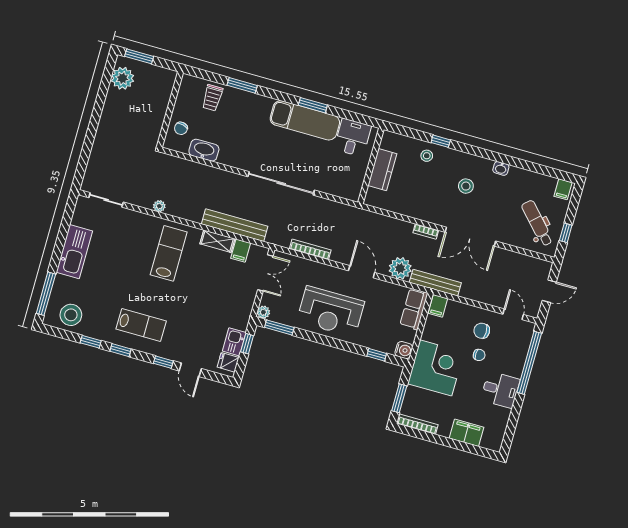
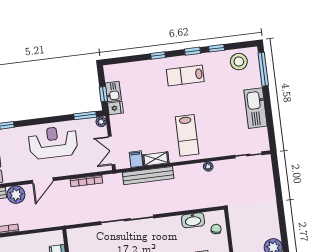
door: (362, 272) -> (43, 181), hinge flipped
fridge: (228, 362) -> (116, 108), moved
door: (190, 370) -> (136, 58), removed

